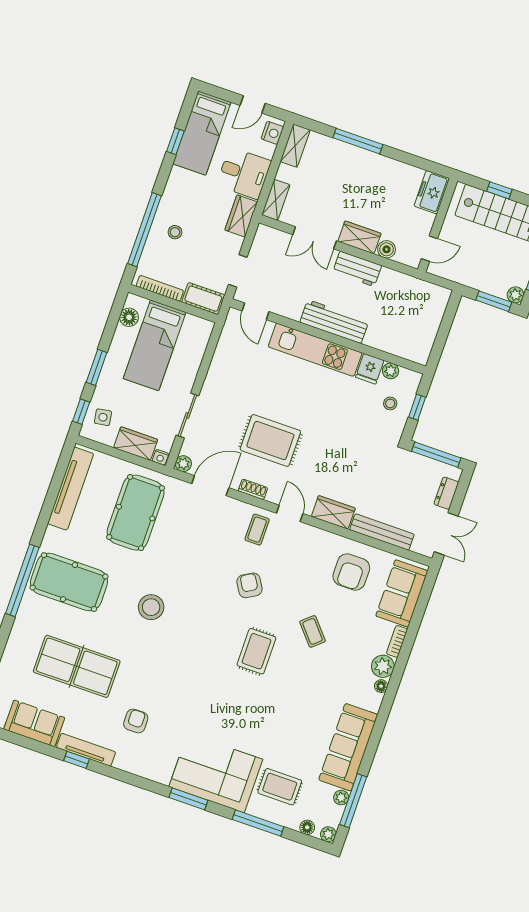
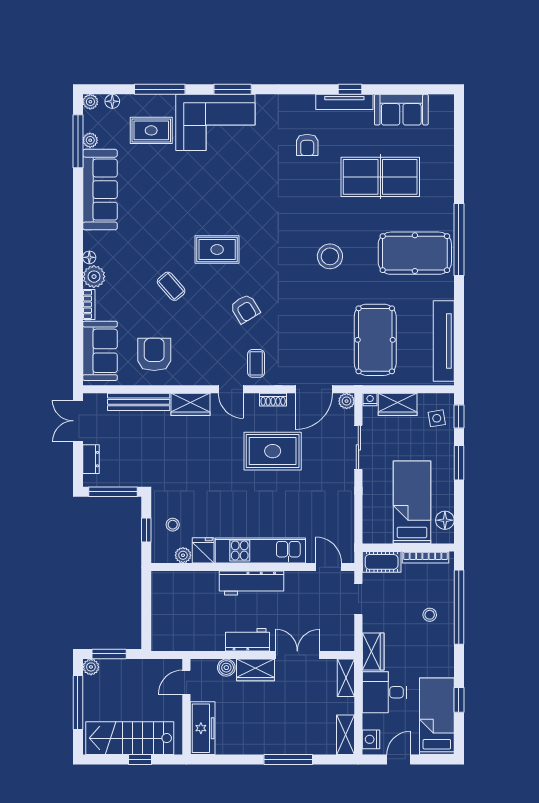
freezer: (432, 192) -> (203, 728), width x1.40
rug: (256, 651) -> (217, 249), turned 90

